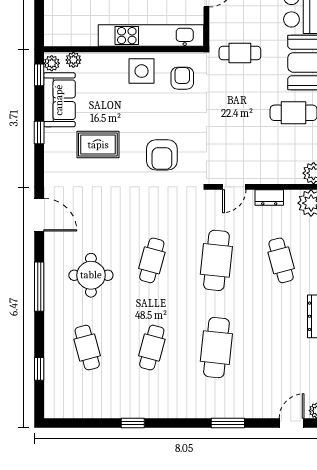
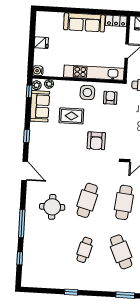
water cooler: (53, 38) -> (38, 71), added
window: (39, 132) -> (27, 136), moved
rug: (98, 145) -> (71, 116), moved
cafe table: (152, 260) -> (87, 200), width x1.37, depth x1.35
window: (39, 287) -> (22, 224), moved
cafe table: (87, 348) -> (48, 248), removed
cafe table: (216, 348) -> (121, 252), turned -30

